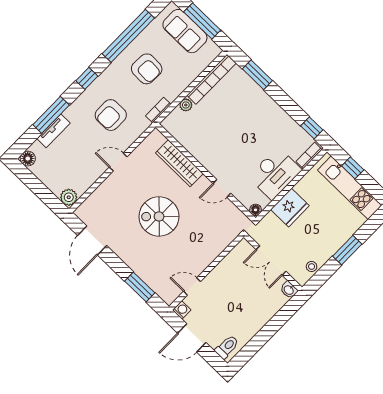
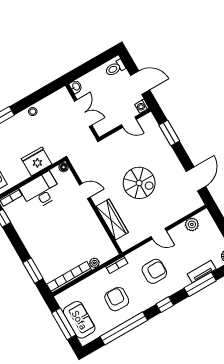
plant: (69, 197) -> (192, 224), moved
double door: (271, 260) -> (83, 113), moved
wall: (273, 262) -> (82, 111), moved
washbasin: (289, 290) -> (76, 87), moved

